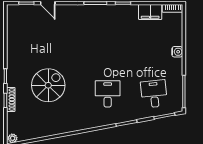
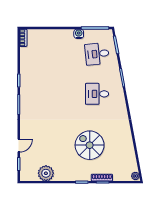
filing cabinet: (150, 12) -> (26, 57), removed
plant: (16, 35) -> (46, 173), added
water cooler: (177, 52) -> (79, 34), moved

